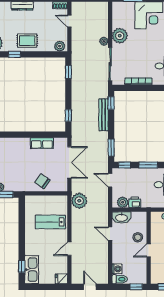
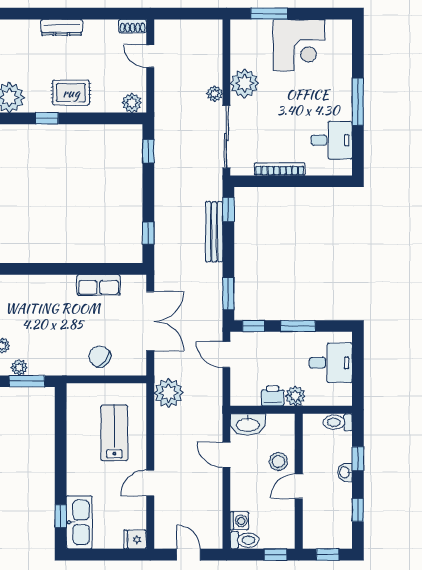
plant: (123, 202) -> (295, 396), moved
lab bench: (50, 222) -> (114, 433), turned 90

